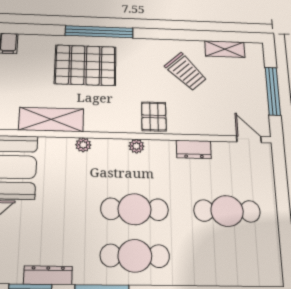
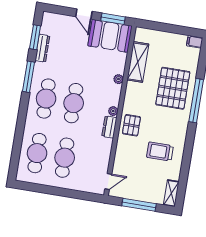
shelving: (225, 49) -> (171, 193), moved
trolley: (186, 72) -> (160, 152), turned 43
pallet: (154, 117) -> (131, 125), turned 90
dresser: (194, 149) -> (109, 127), moved
cafe table: (230, 257) -> (37, 153), added

